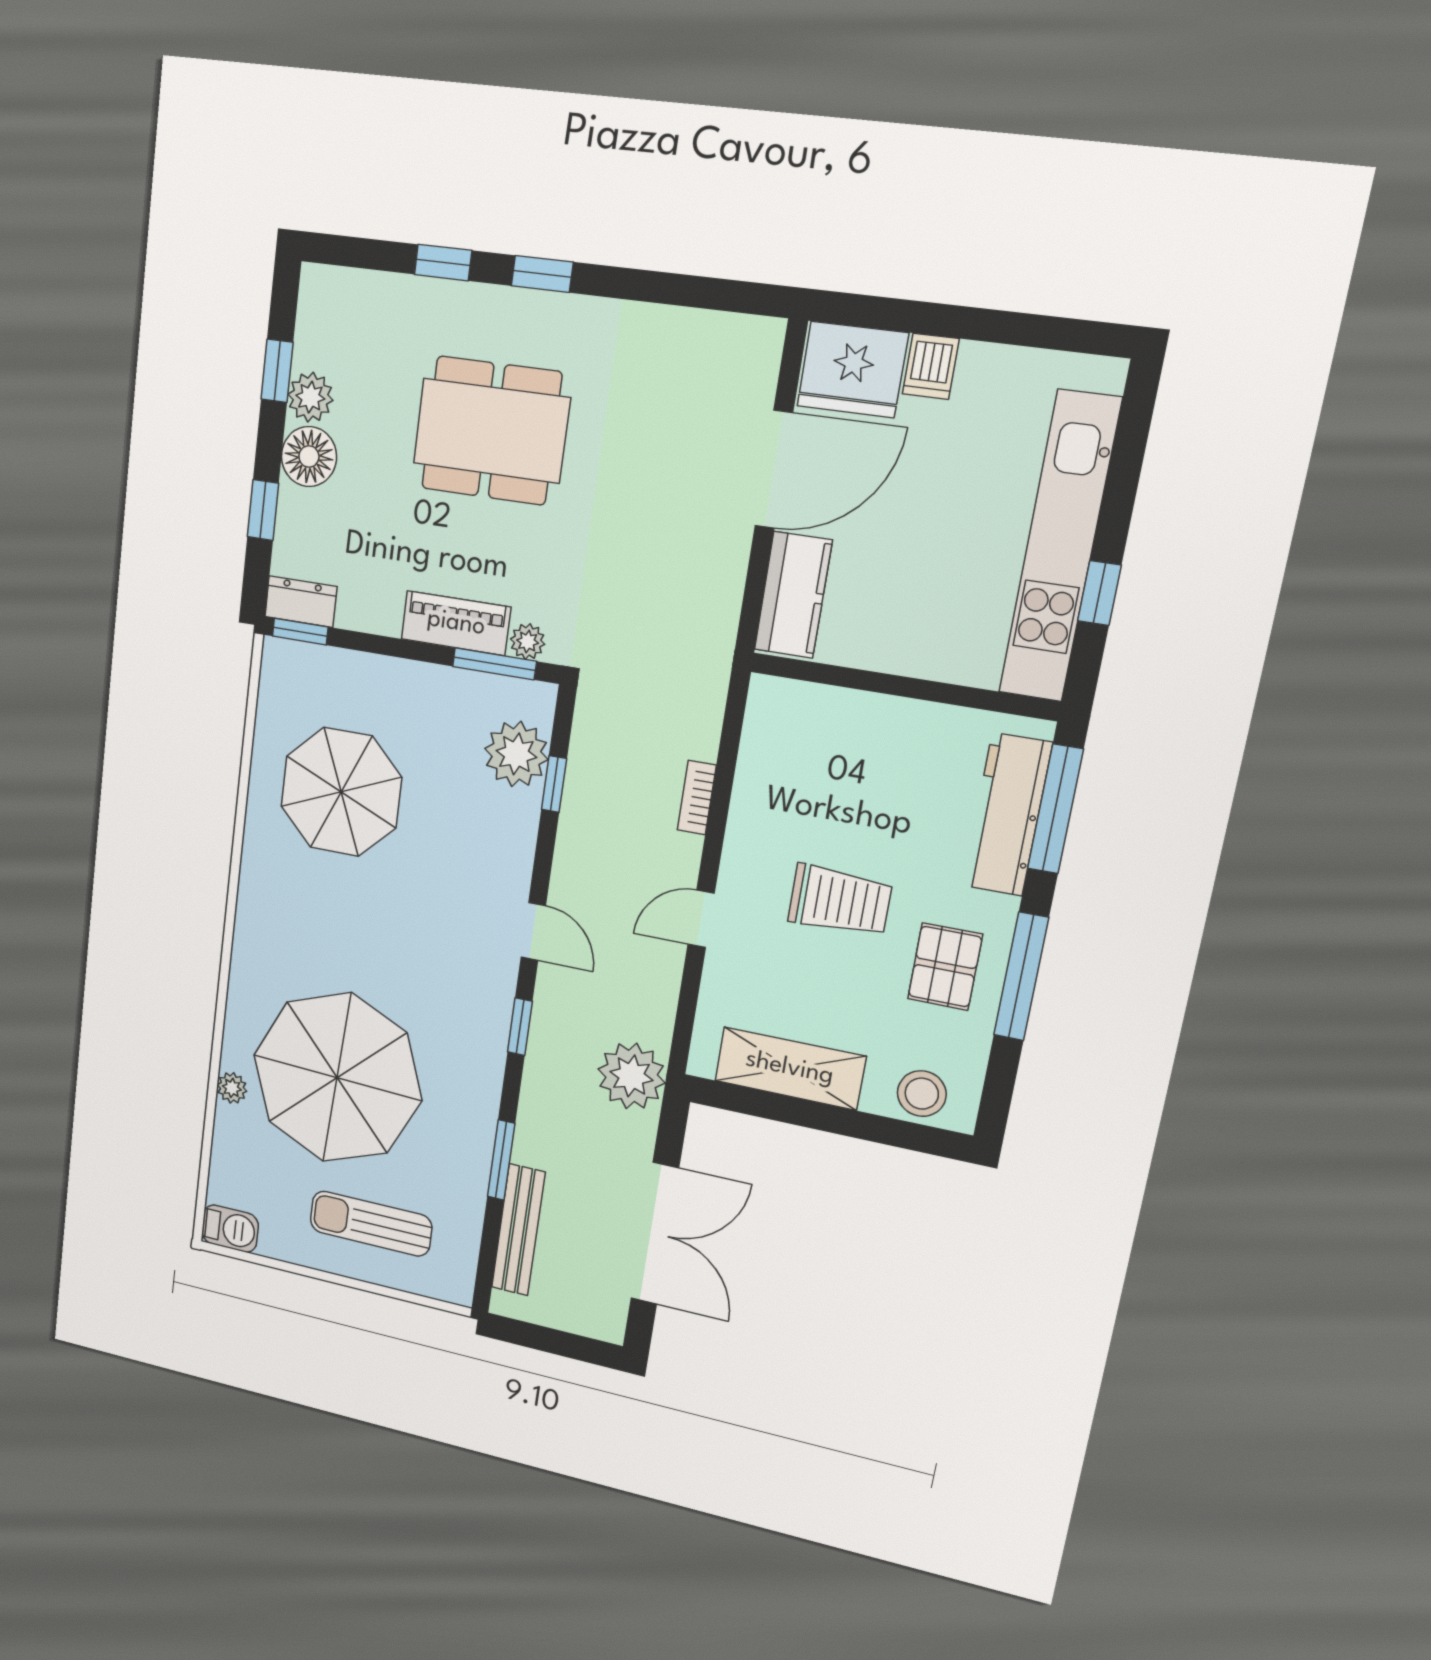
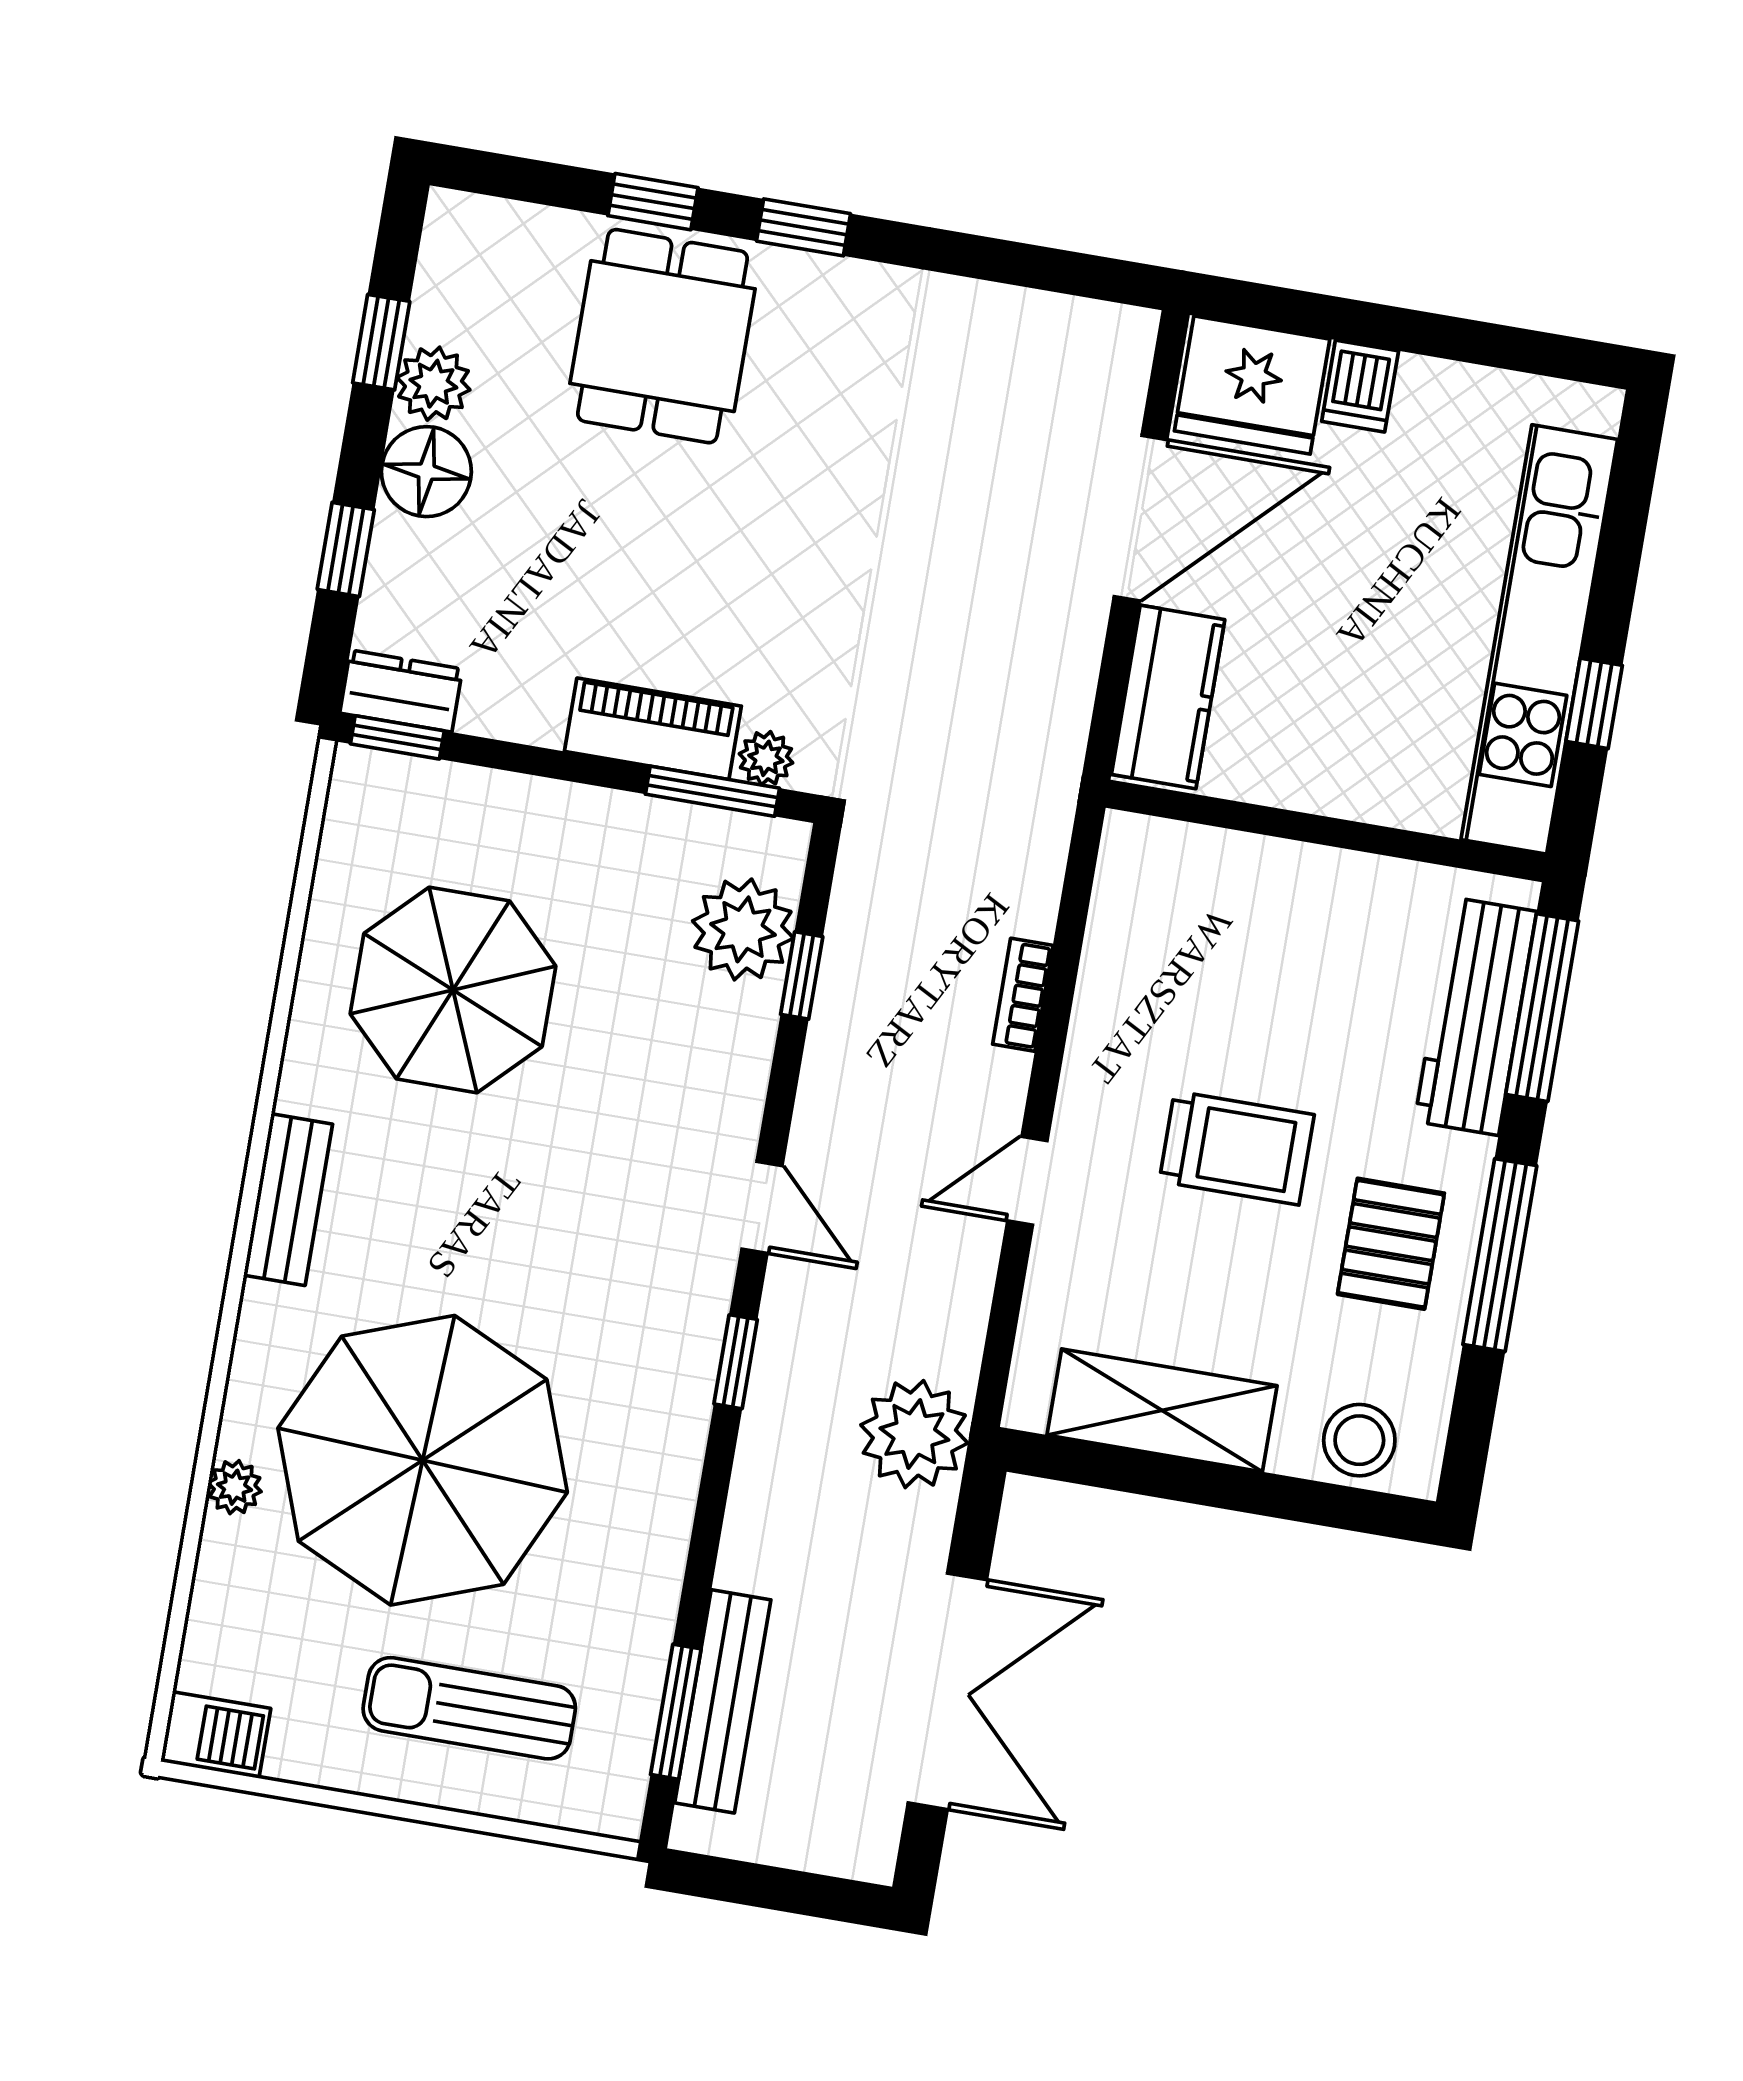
dining table: (491, 431) -> (662, 336), moved, width x0.73
bench: (252, 919) -> (288, 1200), added
window: (501, 1160) -> (676, 1712), moved

